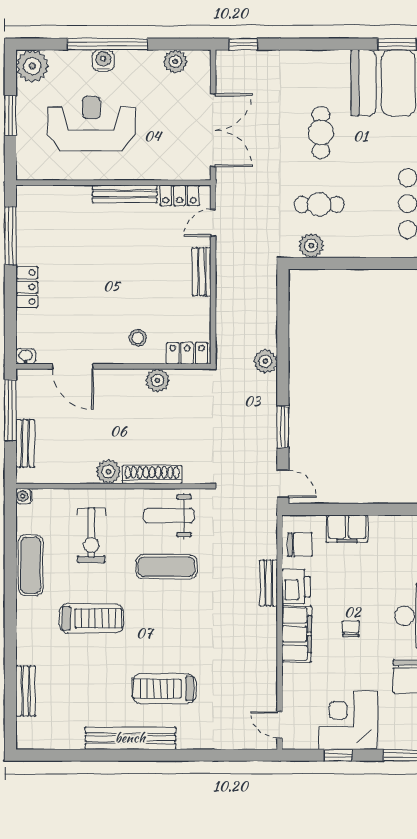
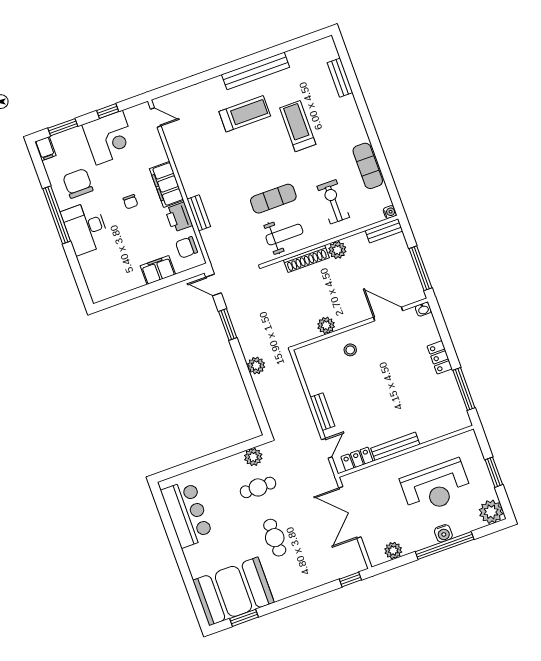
locker: (187, 353) -> (312, 352), removed
bench: (25, 443) -> (384, 231), moved, turned 90
treadmill: (92, 618) -> (298, 126), moved, turned 90

